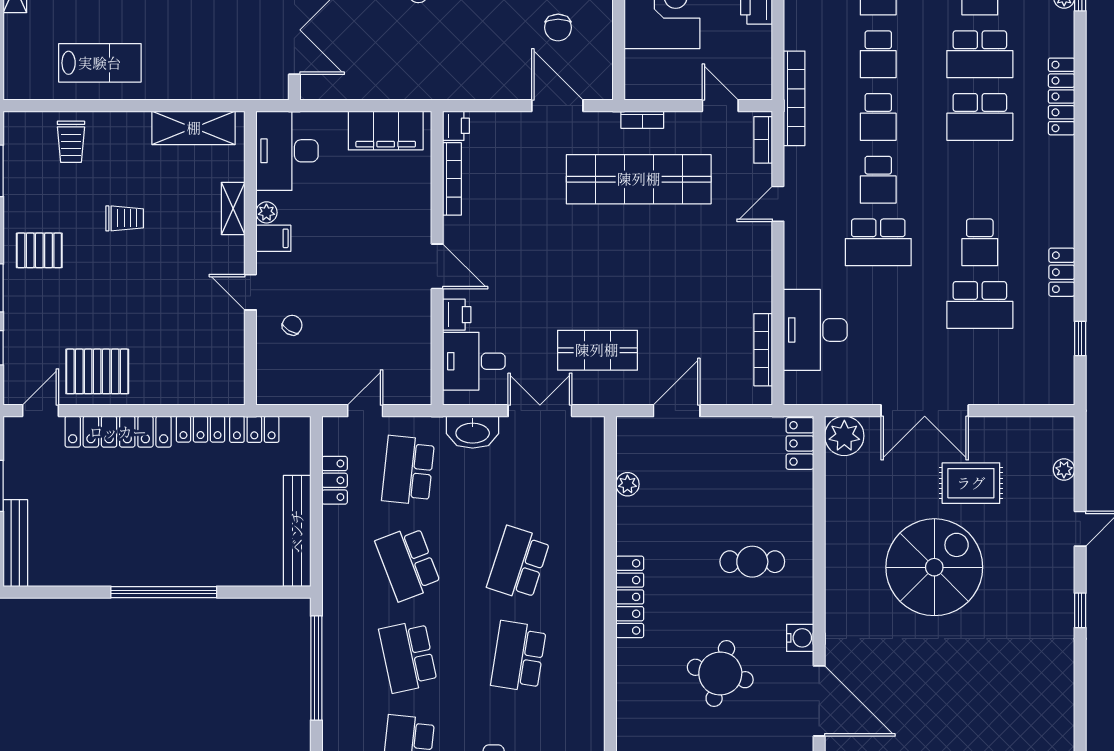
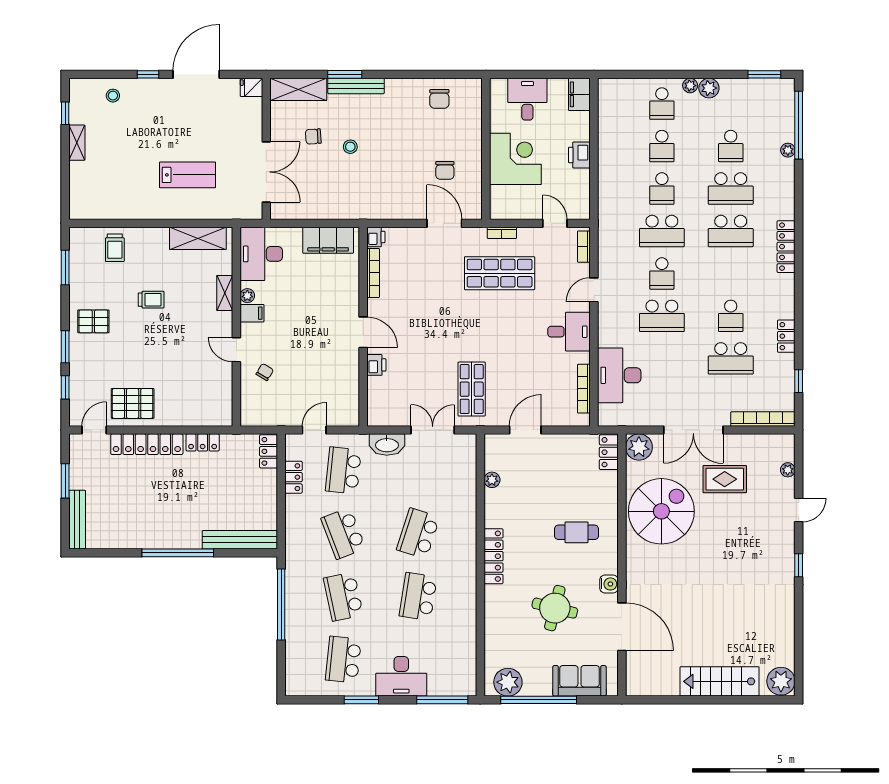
lab bench: (100, 63) -> (188, 175), moved
locker: (1062, 96) -> (786, 247), moved
bookcase: (794, 98) -> (763, 419), moved, turned -90
school desk: (878, 117) -> (662, 231), width x1.85
shop shelf: (639, 179) -> (500, 273), width x0.71
shop shelf: (597, 350) -> (472, 389), turned 90
desk: (474, 361) -> (569, 332), moved, turned 180
locker: (254, 429) -> (268, 451), moved, turned 90
bench: (297, 531) -> (240, 540), moved, turned 90
spiral stairs: (934, 567) -> (661, 511), moved

